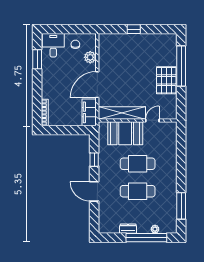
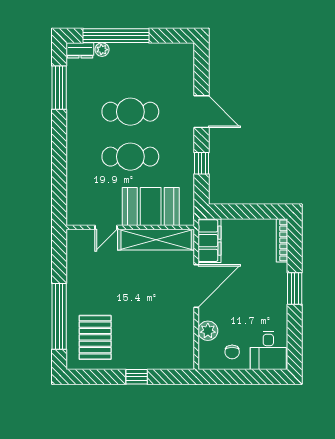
window: (37, 59) -> (295, 288), moved
pallet: (166, 80) -> (95, 337), moved
dresser: (128, 229) -> (80, 50), moved

